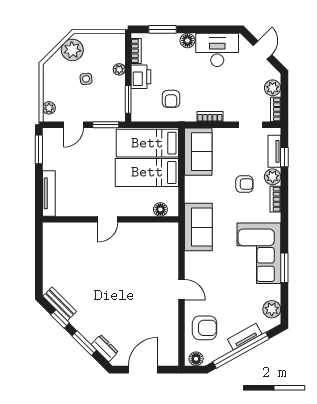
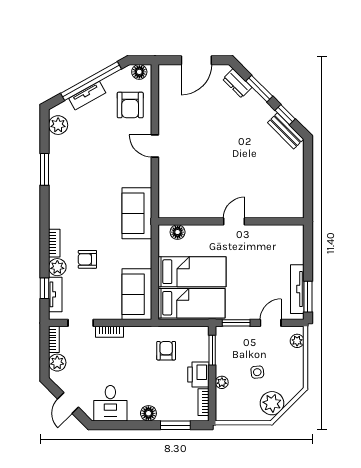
desk: (217, 50) -> (110, 403), width x0.73
bookcase: (210, 117) -> (110, 332), moved
tv unit: (49, 193) -> (297, 289), moved
corner sofa: (259, 253) -> (72, 185), removed
armchair: (205, 328) -> (130, 105), turned -90

